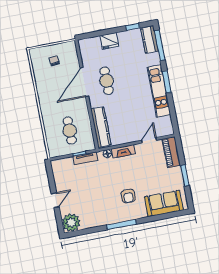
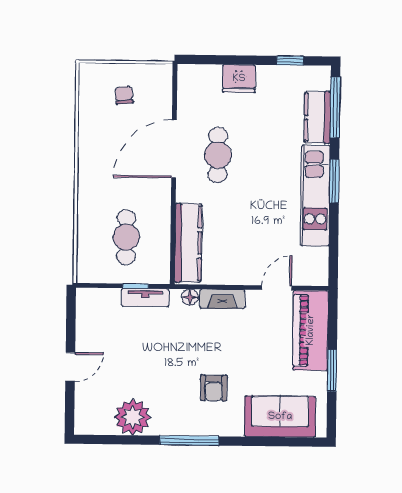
kitchen counter: (150, 40) -> (318, 117), moved
piano: (171, 152) -> (311, 330), width x1.37, depth x1.33
plant: (71, 223) -> (133, 417), moved

